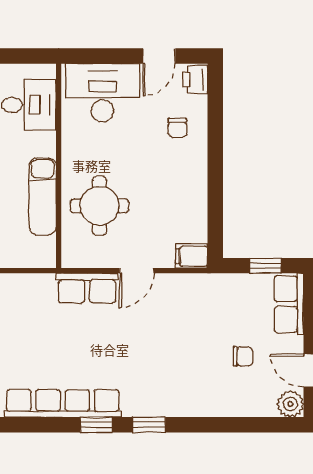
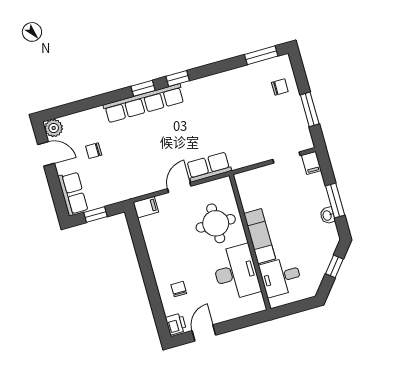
desk: (102, 93) -> (236, 272), moved, turned -90
exam couch: (43, 196) -> (260, 236), moved
row of seats: (63, 403) -> (144, 103), moved

